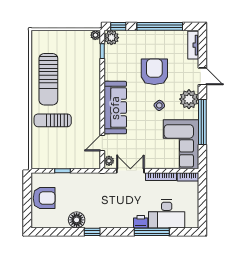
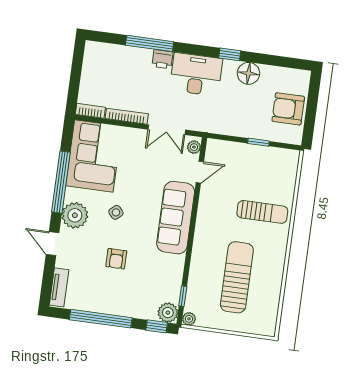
armchair: (154, 72) -> (116, 259), width x0.53, depth x0.53
sun lounger: (48, 79) -> (237, 277), moved
desk: (167, 214) -> (196, 74), moved

